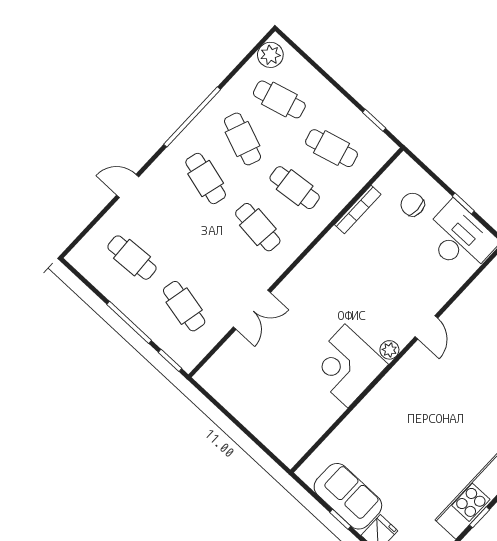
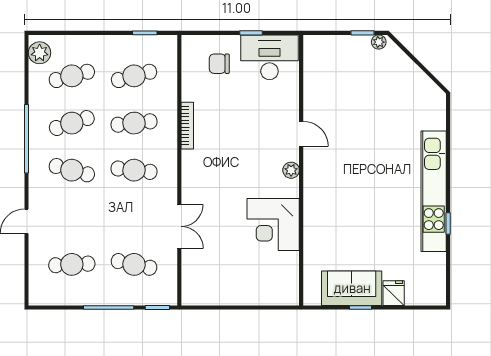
cafe table: (243, 139) -> (72, 123), turned -39
bookcase: (358, 210) -> (187, 126), moved
corner desk: (346, 366) -> (273, 224), moved

